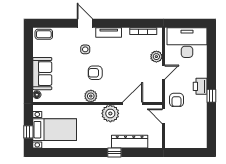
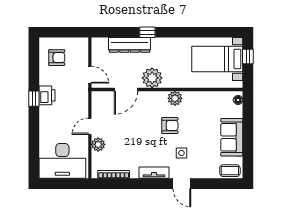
sofa: (42, 74) -> (232, 137), moved
printer: (200, 86) -> (47, 95), moved
armchair: (176, 100) -> (57, 58), moved, turned 90

